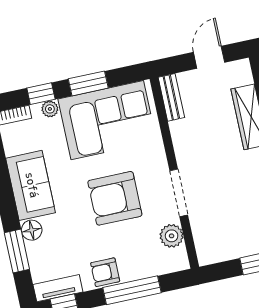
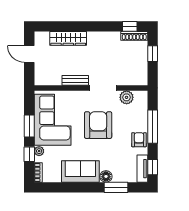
bench: (171, 97) -> (75, 80), moved
armchair: (115, 198) -> (98, 125), turned 180
armchair: (105, 272) -> (139, 140), turned 180

